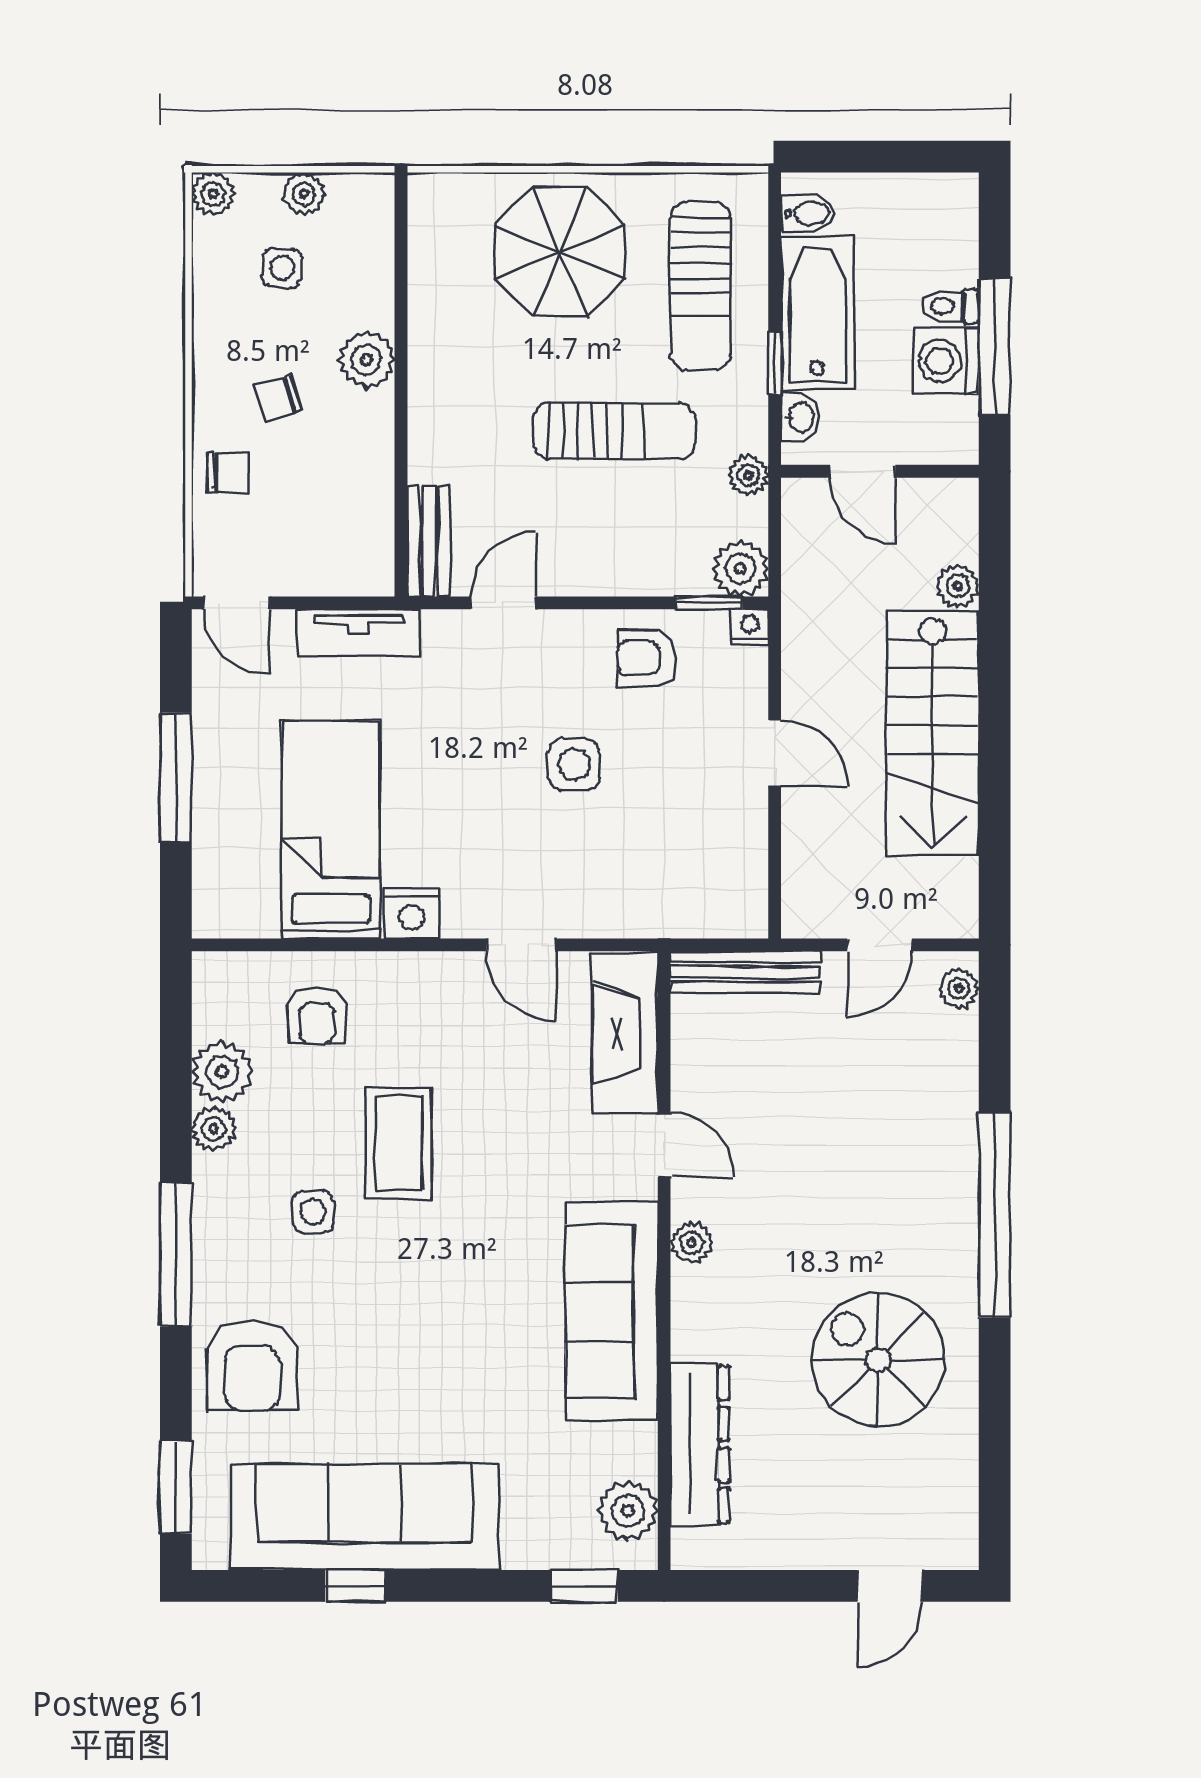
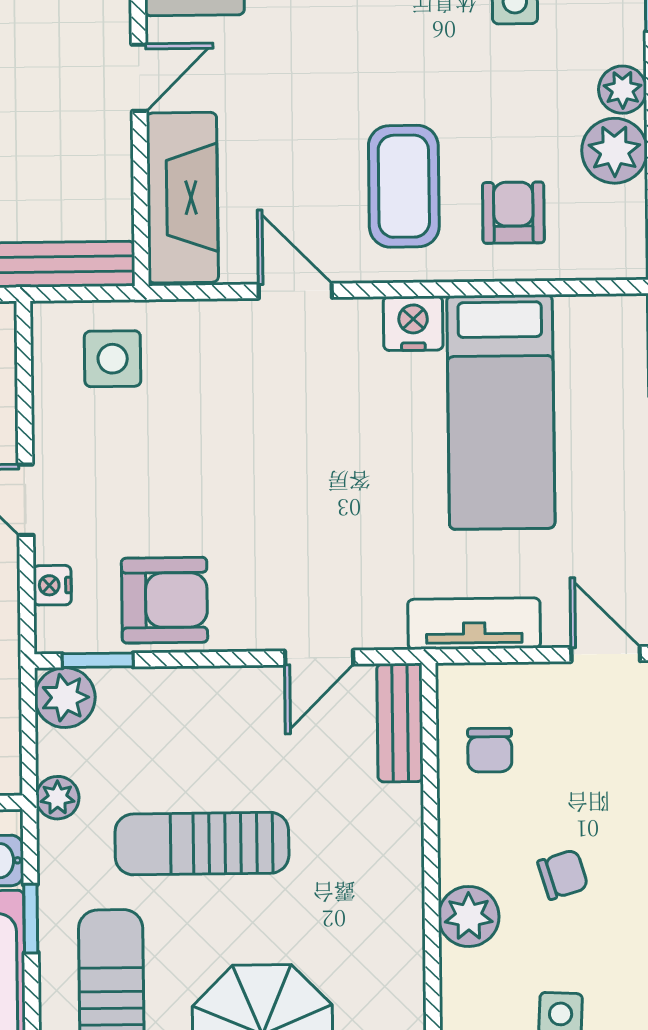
chair: (228, 473) -> (490, 750), moved, turned -90
nightstand: (750, 627) -> (52, 585), moved, turned 90
armchair: (646, 658) -> (164, 600), width x1.38, depth x1.38
side table: (574, 765) -> (113, 359), moved
coffee table: (399, 1143) -> (404, 186), moved
door: (664, 1145) -> (139, 78), swing flipped

